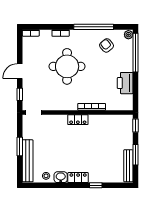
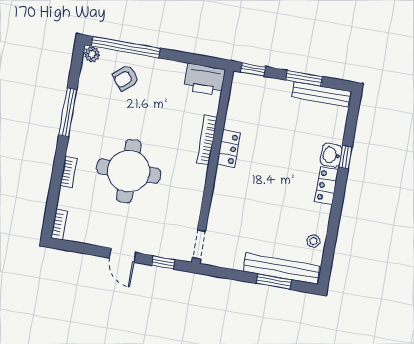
window: (94, 27) -> (68, 112), width x0.68
armchair: (107, 45) -> (126, 78), moved
printer: (125, 83) -> (205, 80), moved
locker: (78, 120) -> (229, 149), moved
window: (20, 147) -> (274, 282), moved
washbasin: (61, 177) -> (331, 155), moved

